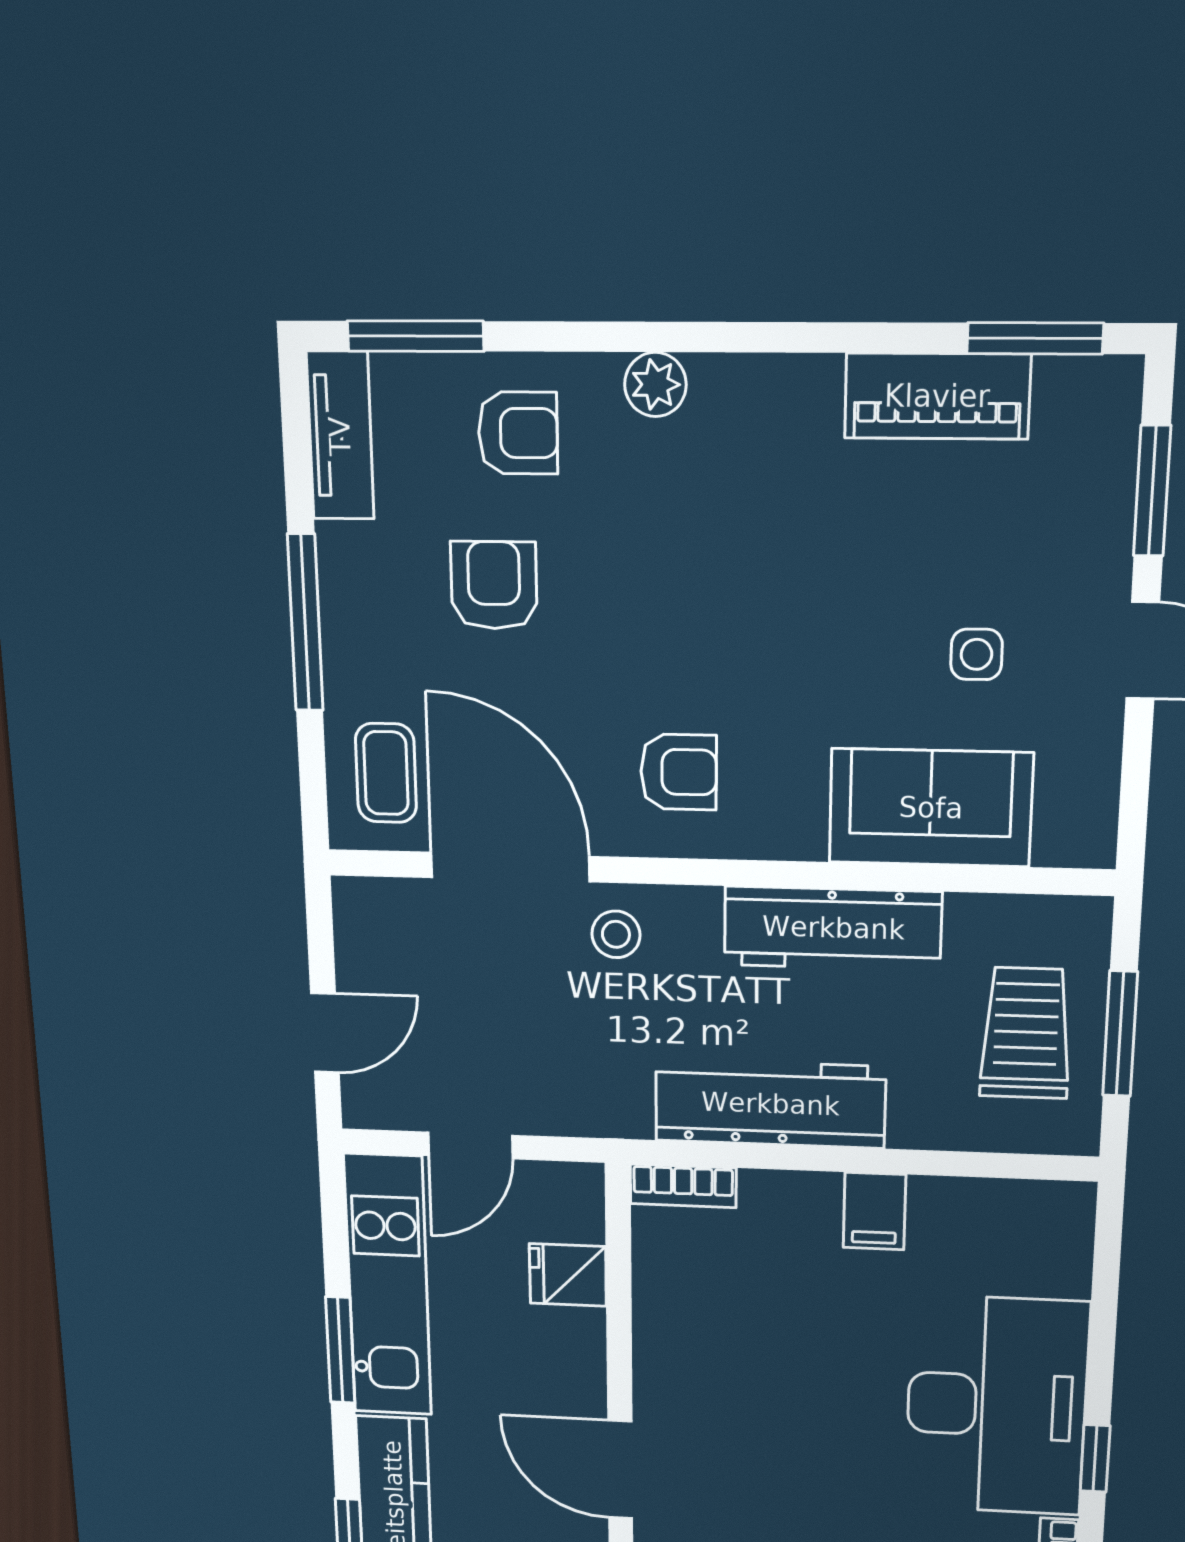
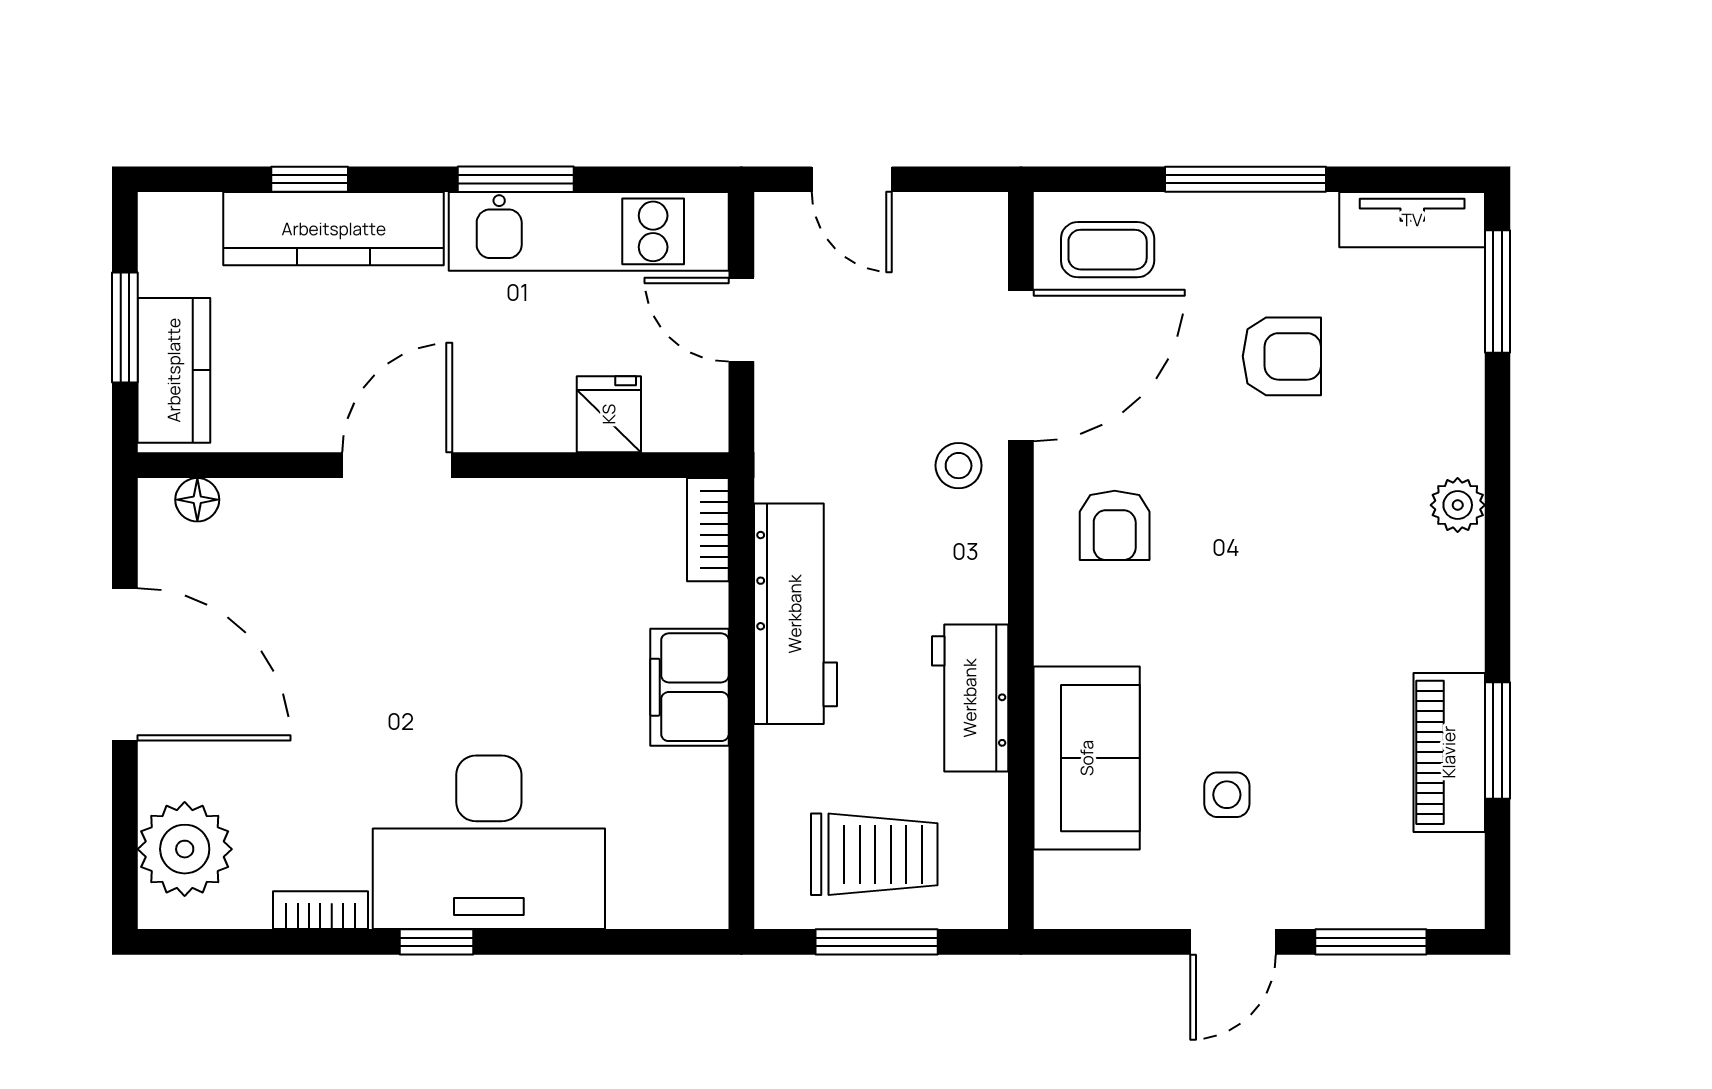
window: (1035, 338) -> (1498, 740), moved
armchair: (518, 433) -> (1416, 381), removed
workbench: (833, 928) -> (970, 698), width x0.73
filing cabinet: (874, 1211) -> (689, 687), width x2.00

